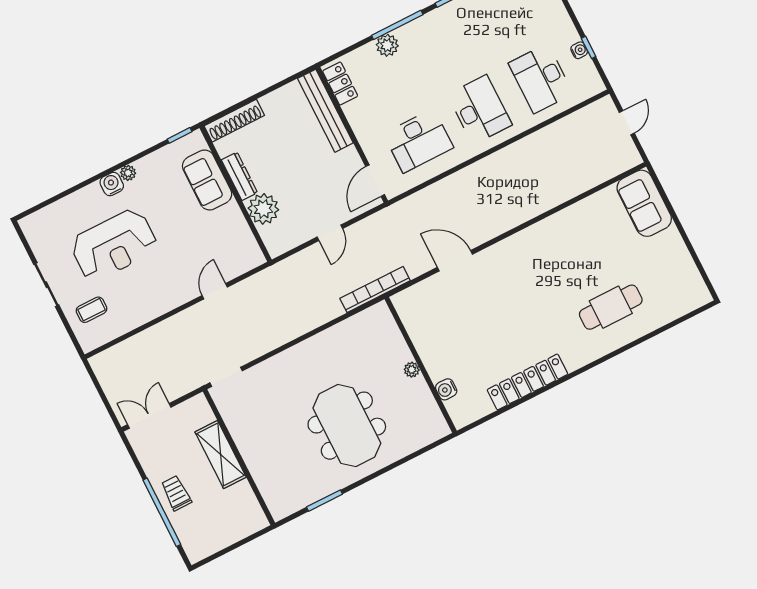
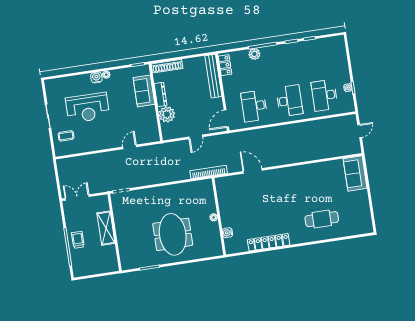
desk: (418, 141) -> (254, 106), turned 90

